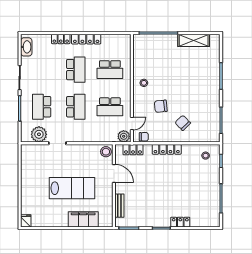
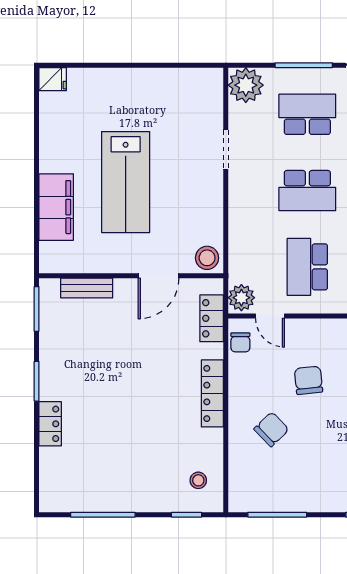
plant: (39, 134) -> (246, 85), moved

